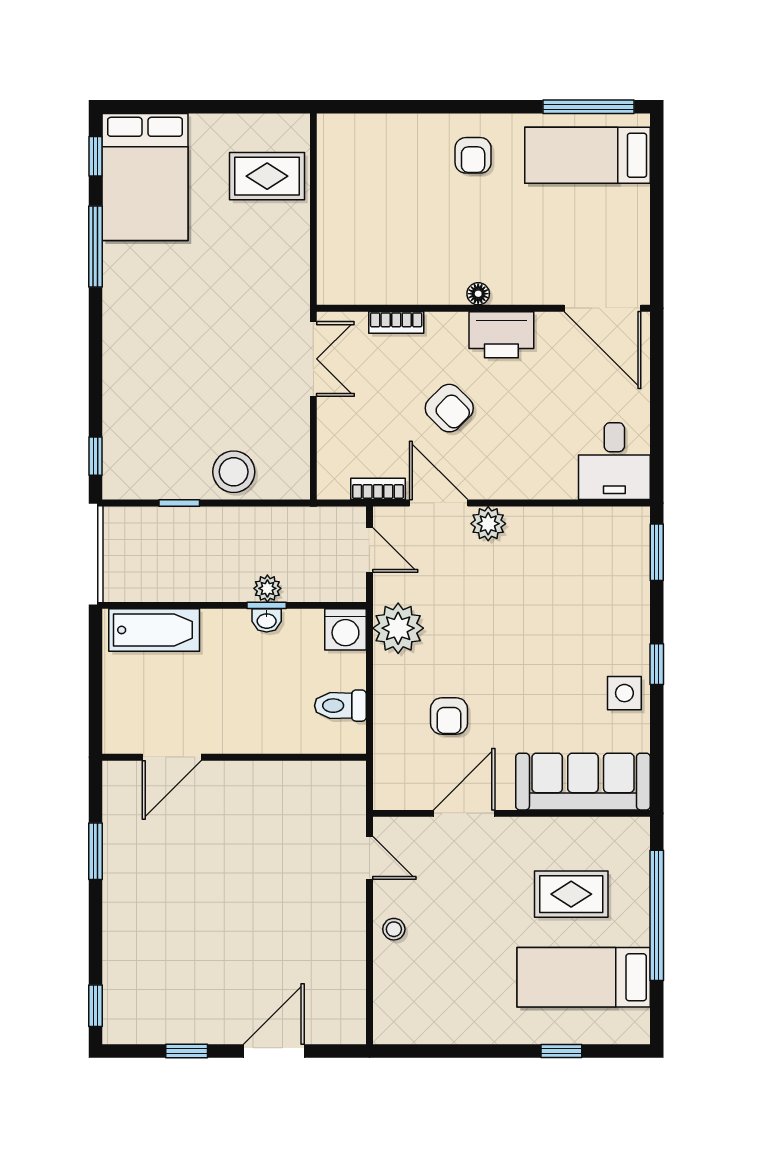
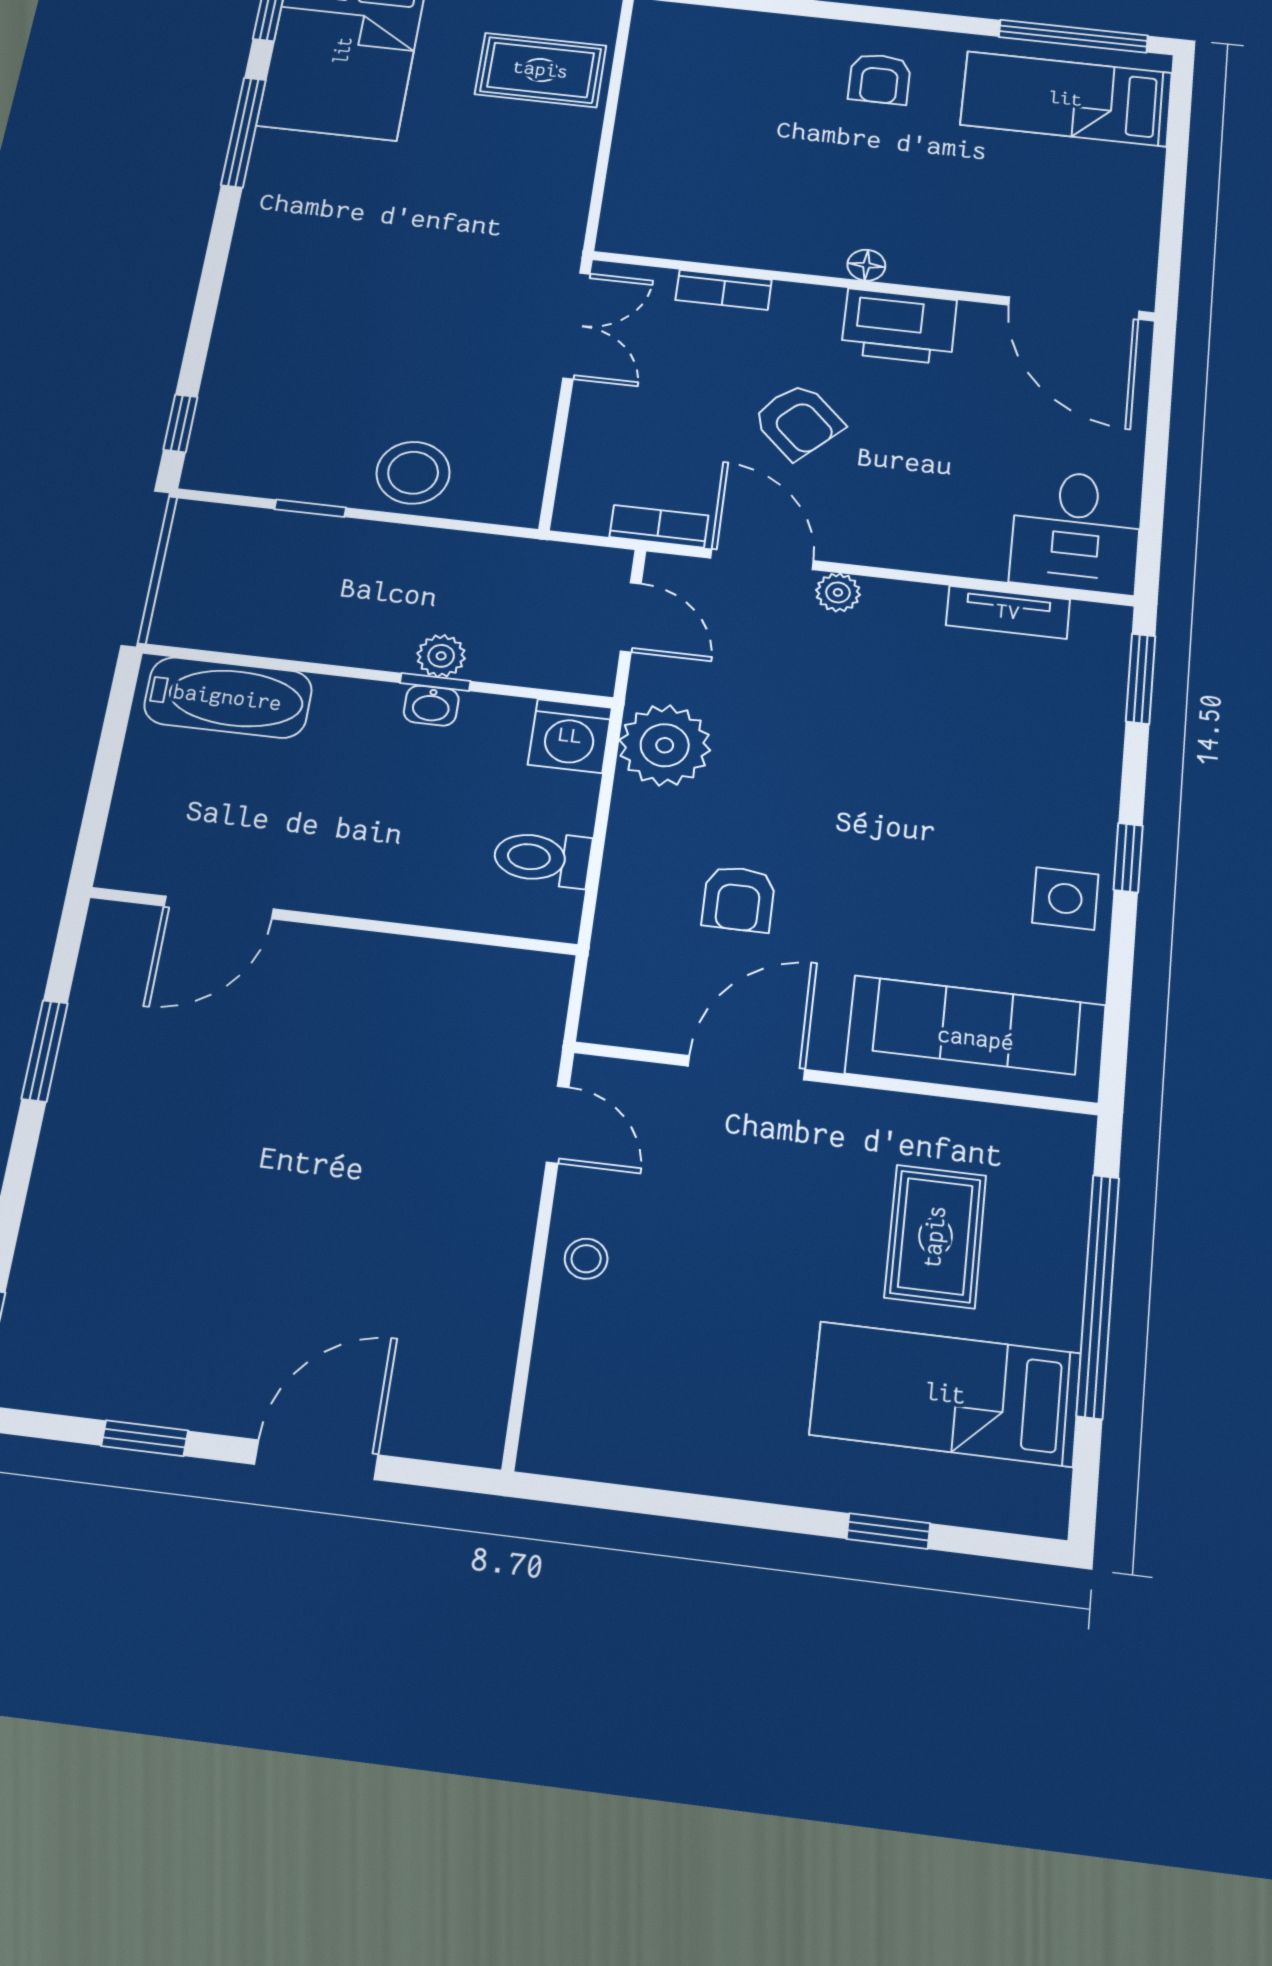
tv unit: (580, 519) -> (1008, 612), added
plant: (488, 524) -> (838, 592), width x0.73, depth x0.73
rug: (571, 894) -> (935, 1236), turned 90

